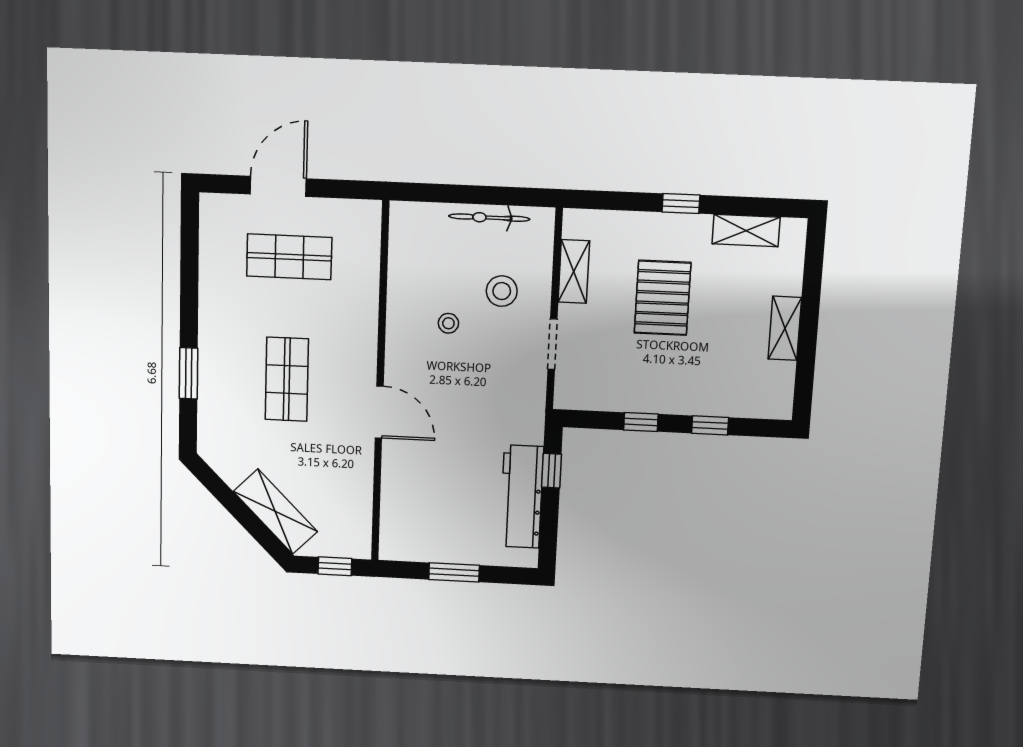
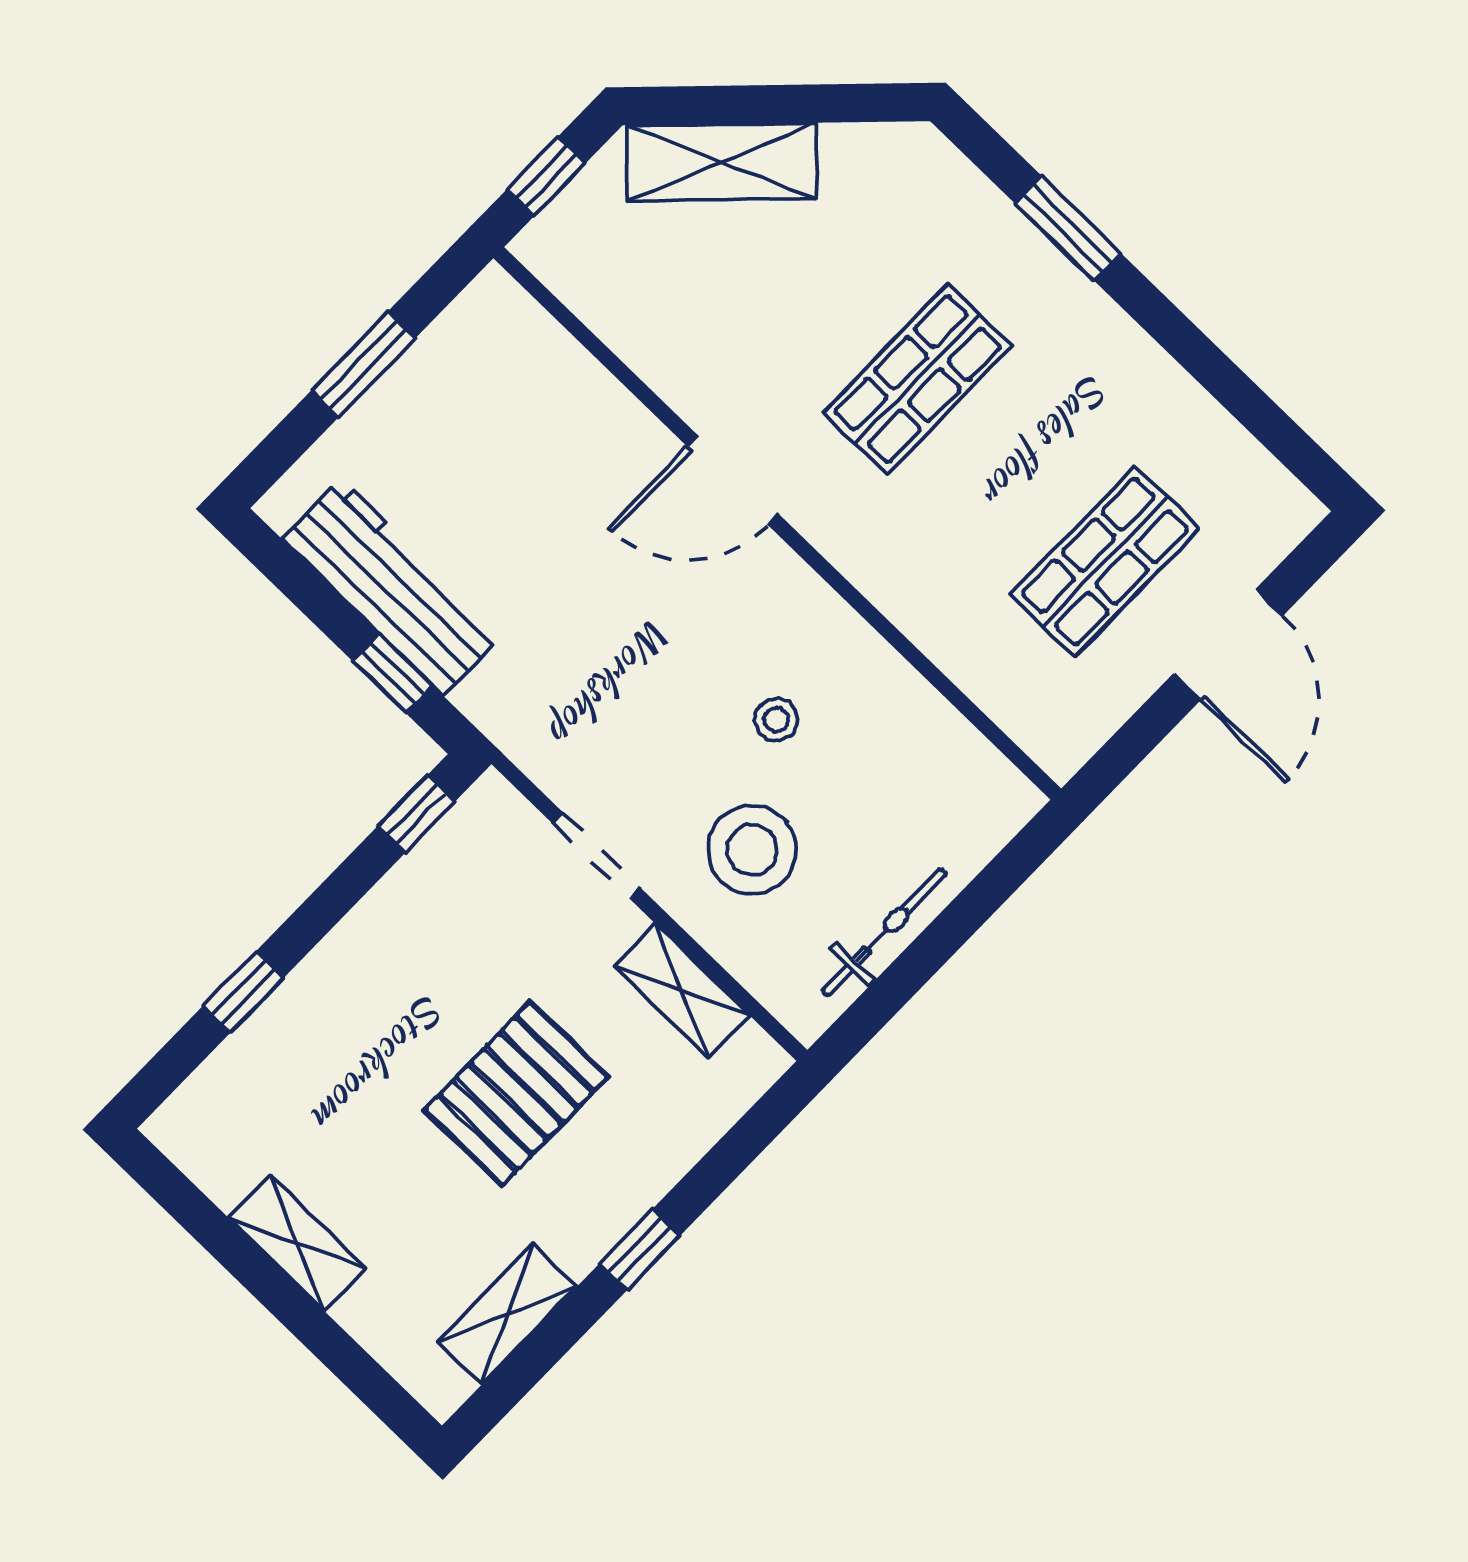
stool: (502, 291) -> (752, 850), width x1.38, depth x1.38
pallet: (663, 298) -> (516, 1093), turned 90
shop shelf: (287, 379) -> (918, 379), turned 90
window: (641, 422) -> (416, 814), moved

